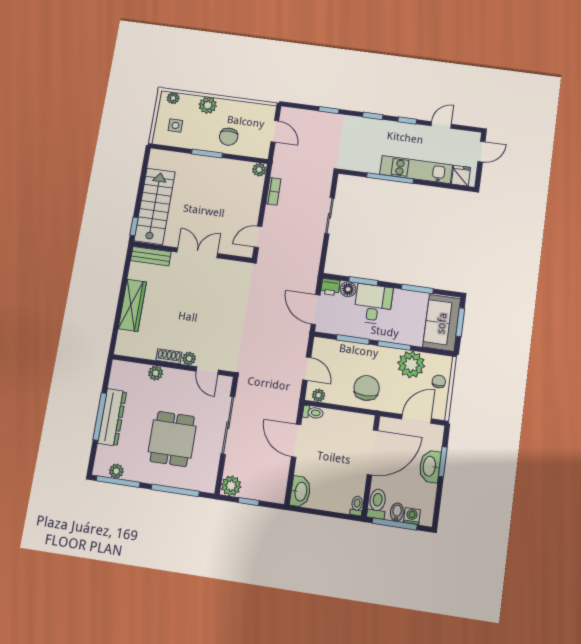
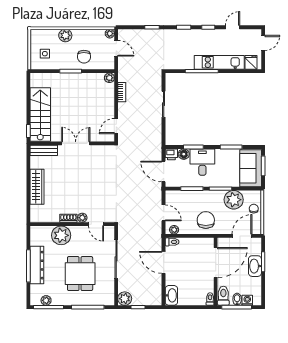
plant: (173, 98) -> (110, 34), moved
plant: (156, 373) -> (61, 235), width x1.87, depth x1.87

